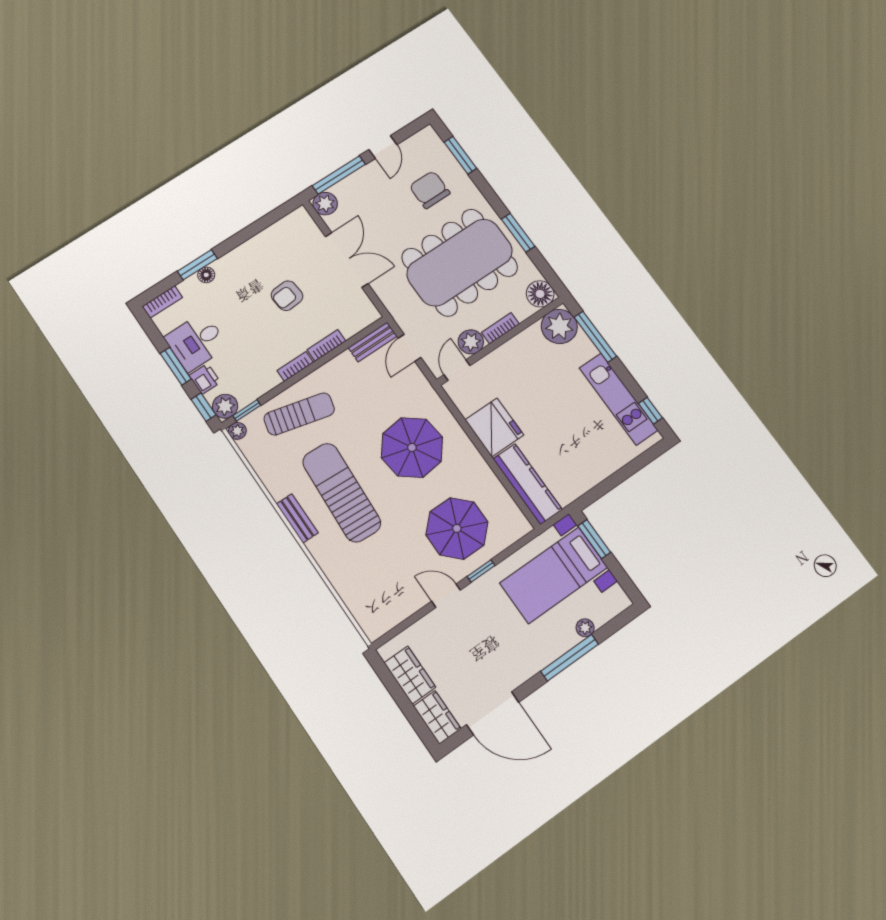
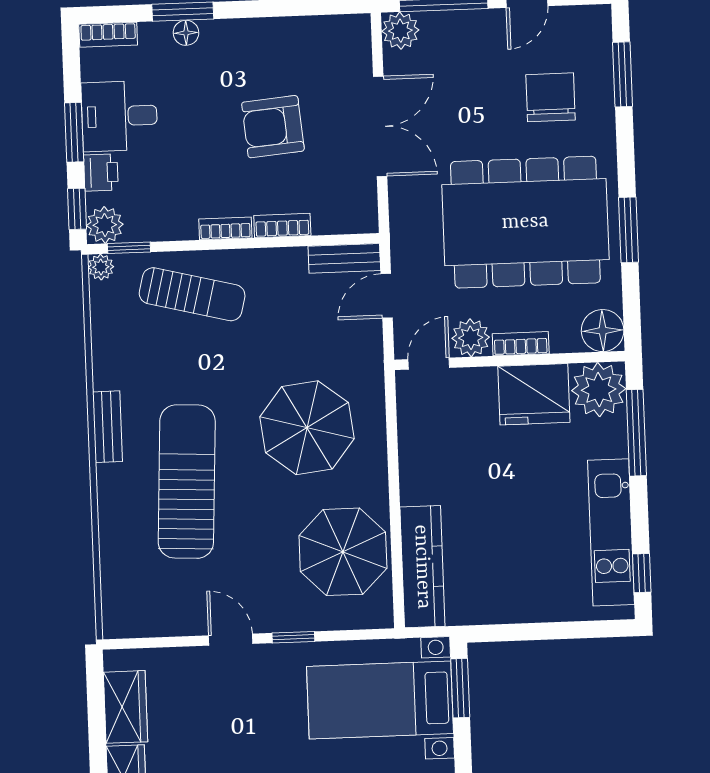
armchair: (287, 296) -> (273, 127), width x1.38, depth x1.38
fridge: (494, 427) -> (534, 394), moved, turned 90
sun lounger: (342, 492) -> (187, 482), moved
parasol: (457, 528) -> (343, 552), moved

